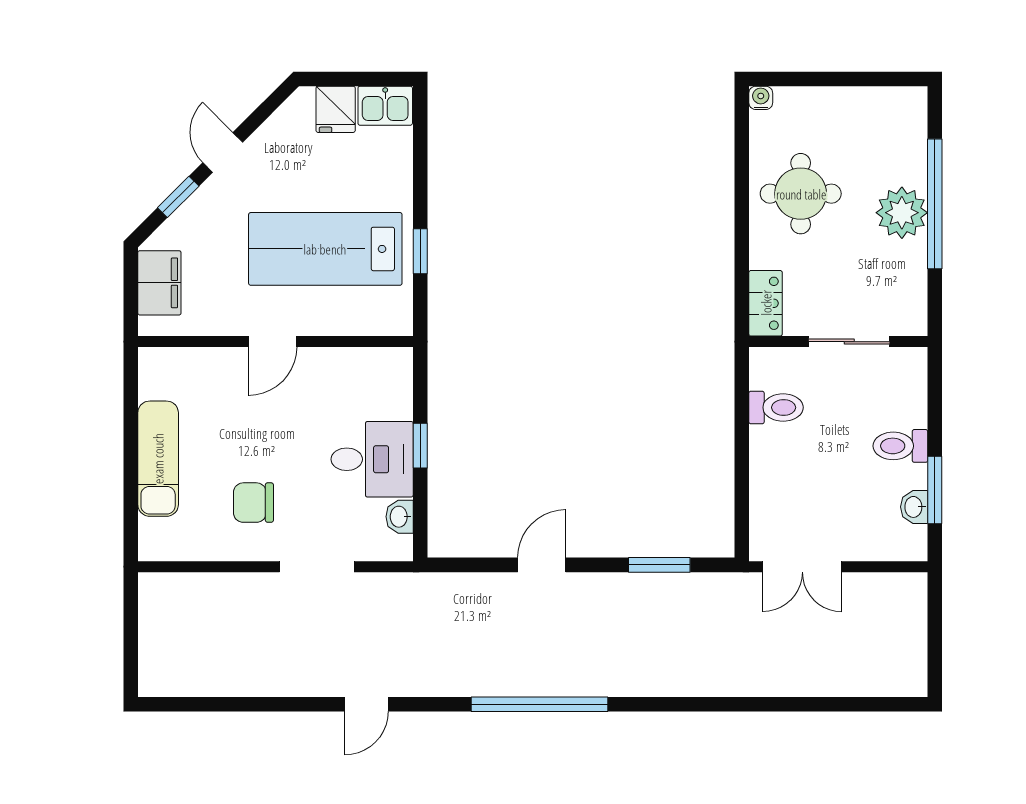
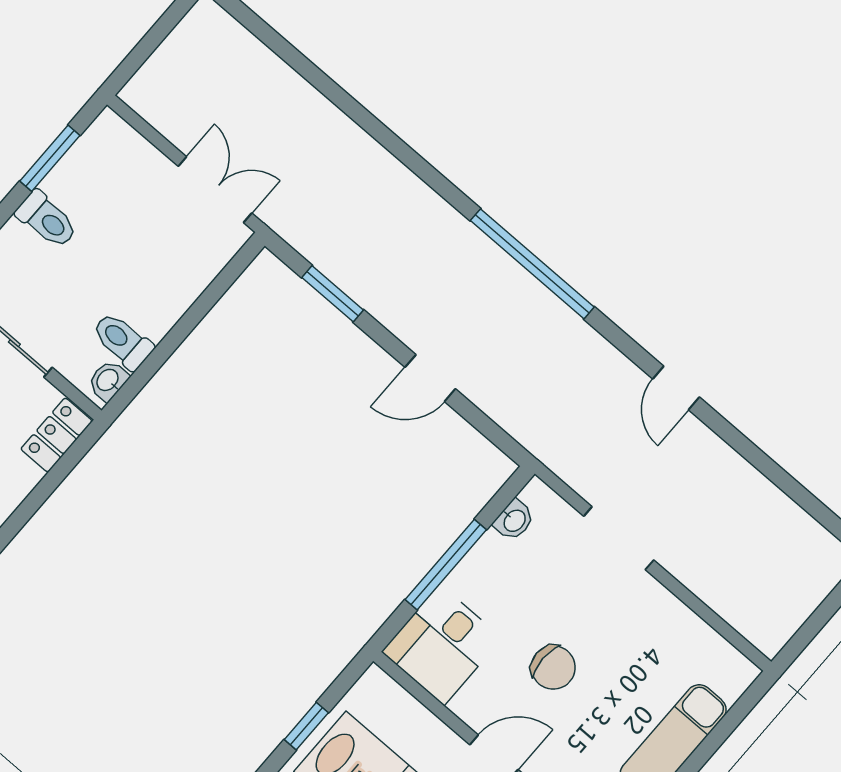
window: (420, 446) -> (446, 565), width x2.17
desk: (372, 459) -> (442, 645), moved, turned -90
chair: (253, 503) -> (553, 667), moved
washbasin: (914, 507) -> (108, 381), moved, turned 180
door: (366, 704) -> (676, 388), swing flipped

